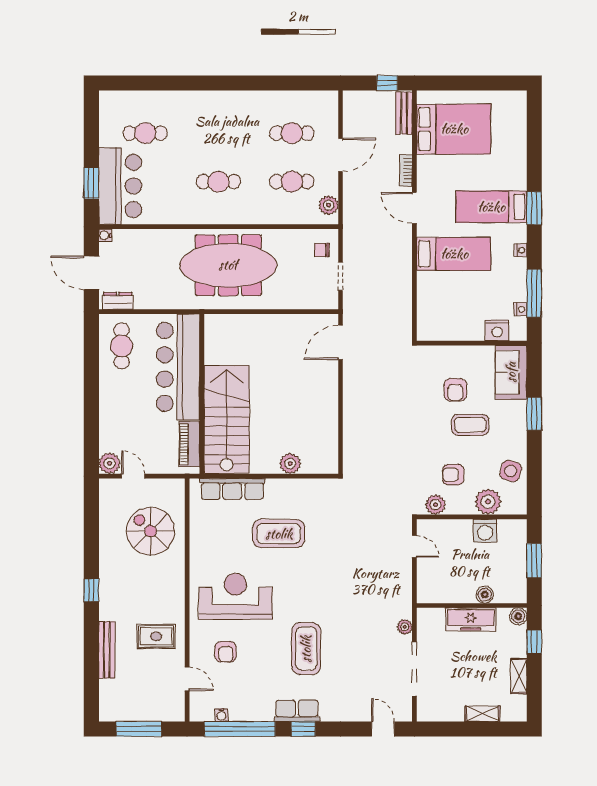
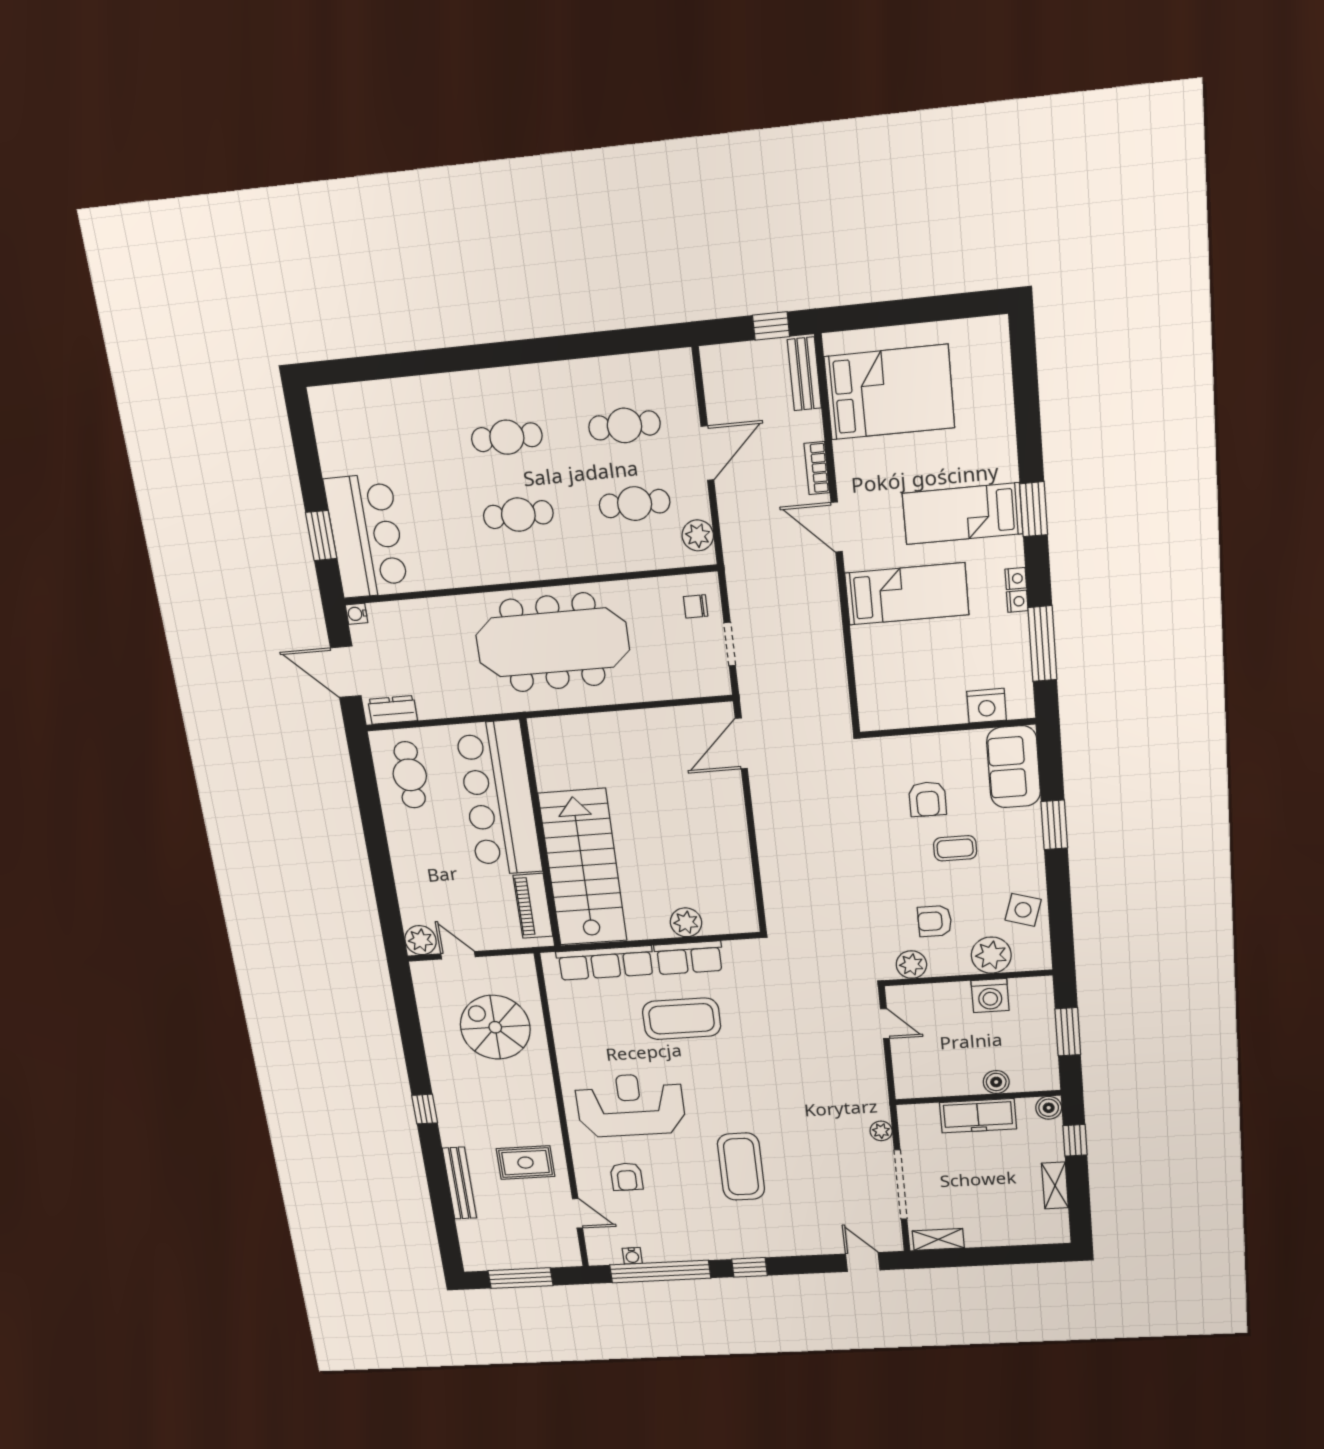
cafe table: (145, 133) -> (507, 437), moved
nightstand: (521, 309) -> (1017, 601), moved
coffee table: (470, 425) -> (955, 848), width x0.73, depth x0.77
row of seats: (297, 711) -> (689, 958), moved, turned 180
shelving: (482, 714) -> (938, 1239), moved

